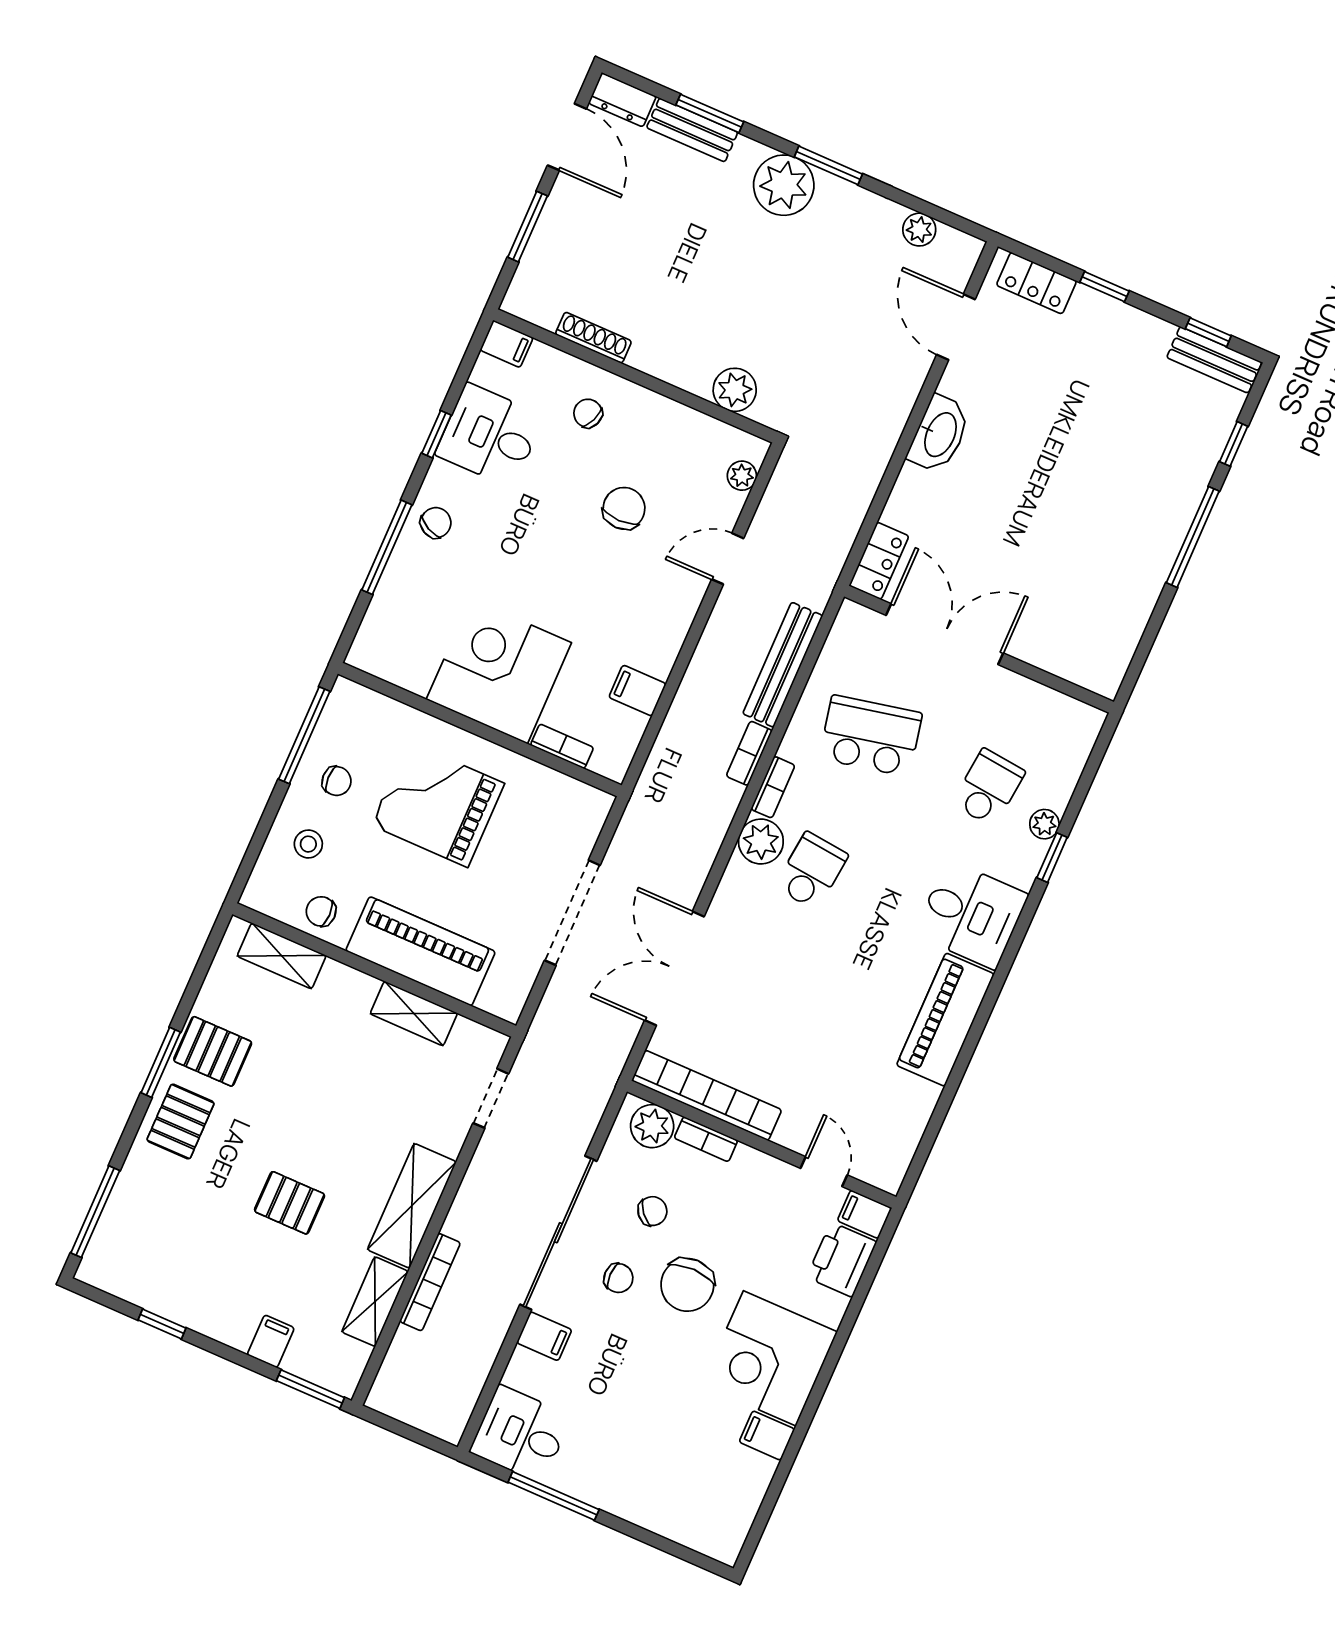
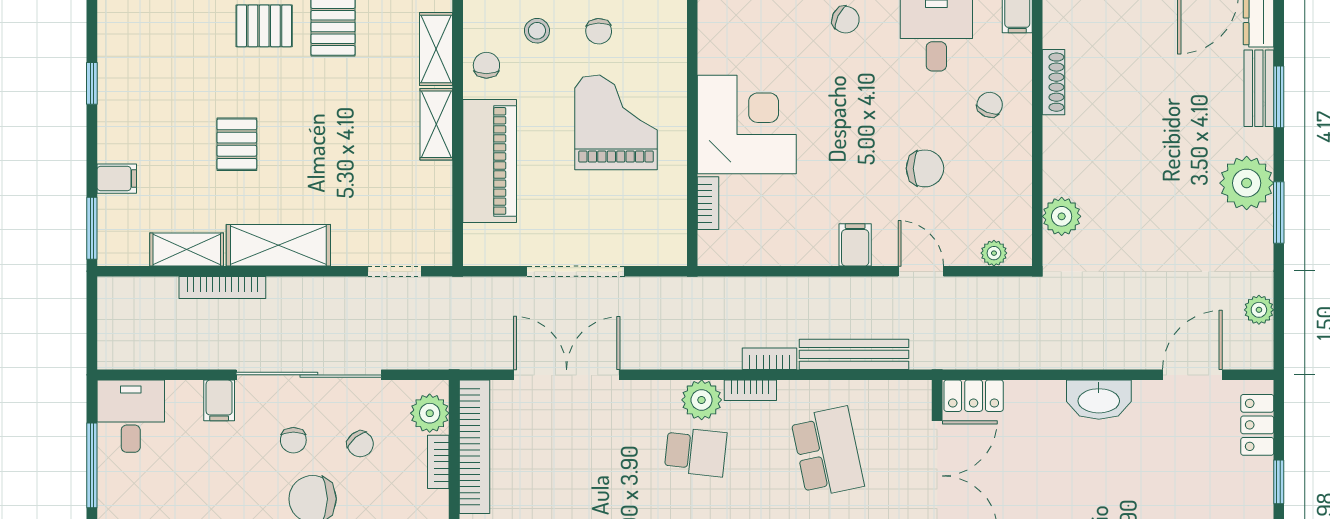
filing cabinet: (637, 691) -> (855, 245), moved
shelving: (414, 1013) -> (436, 124), moved

